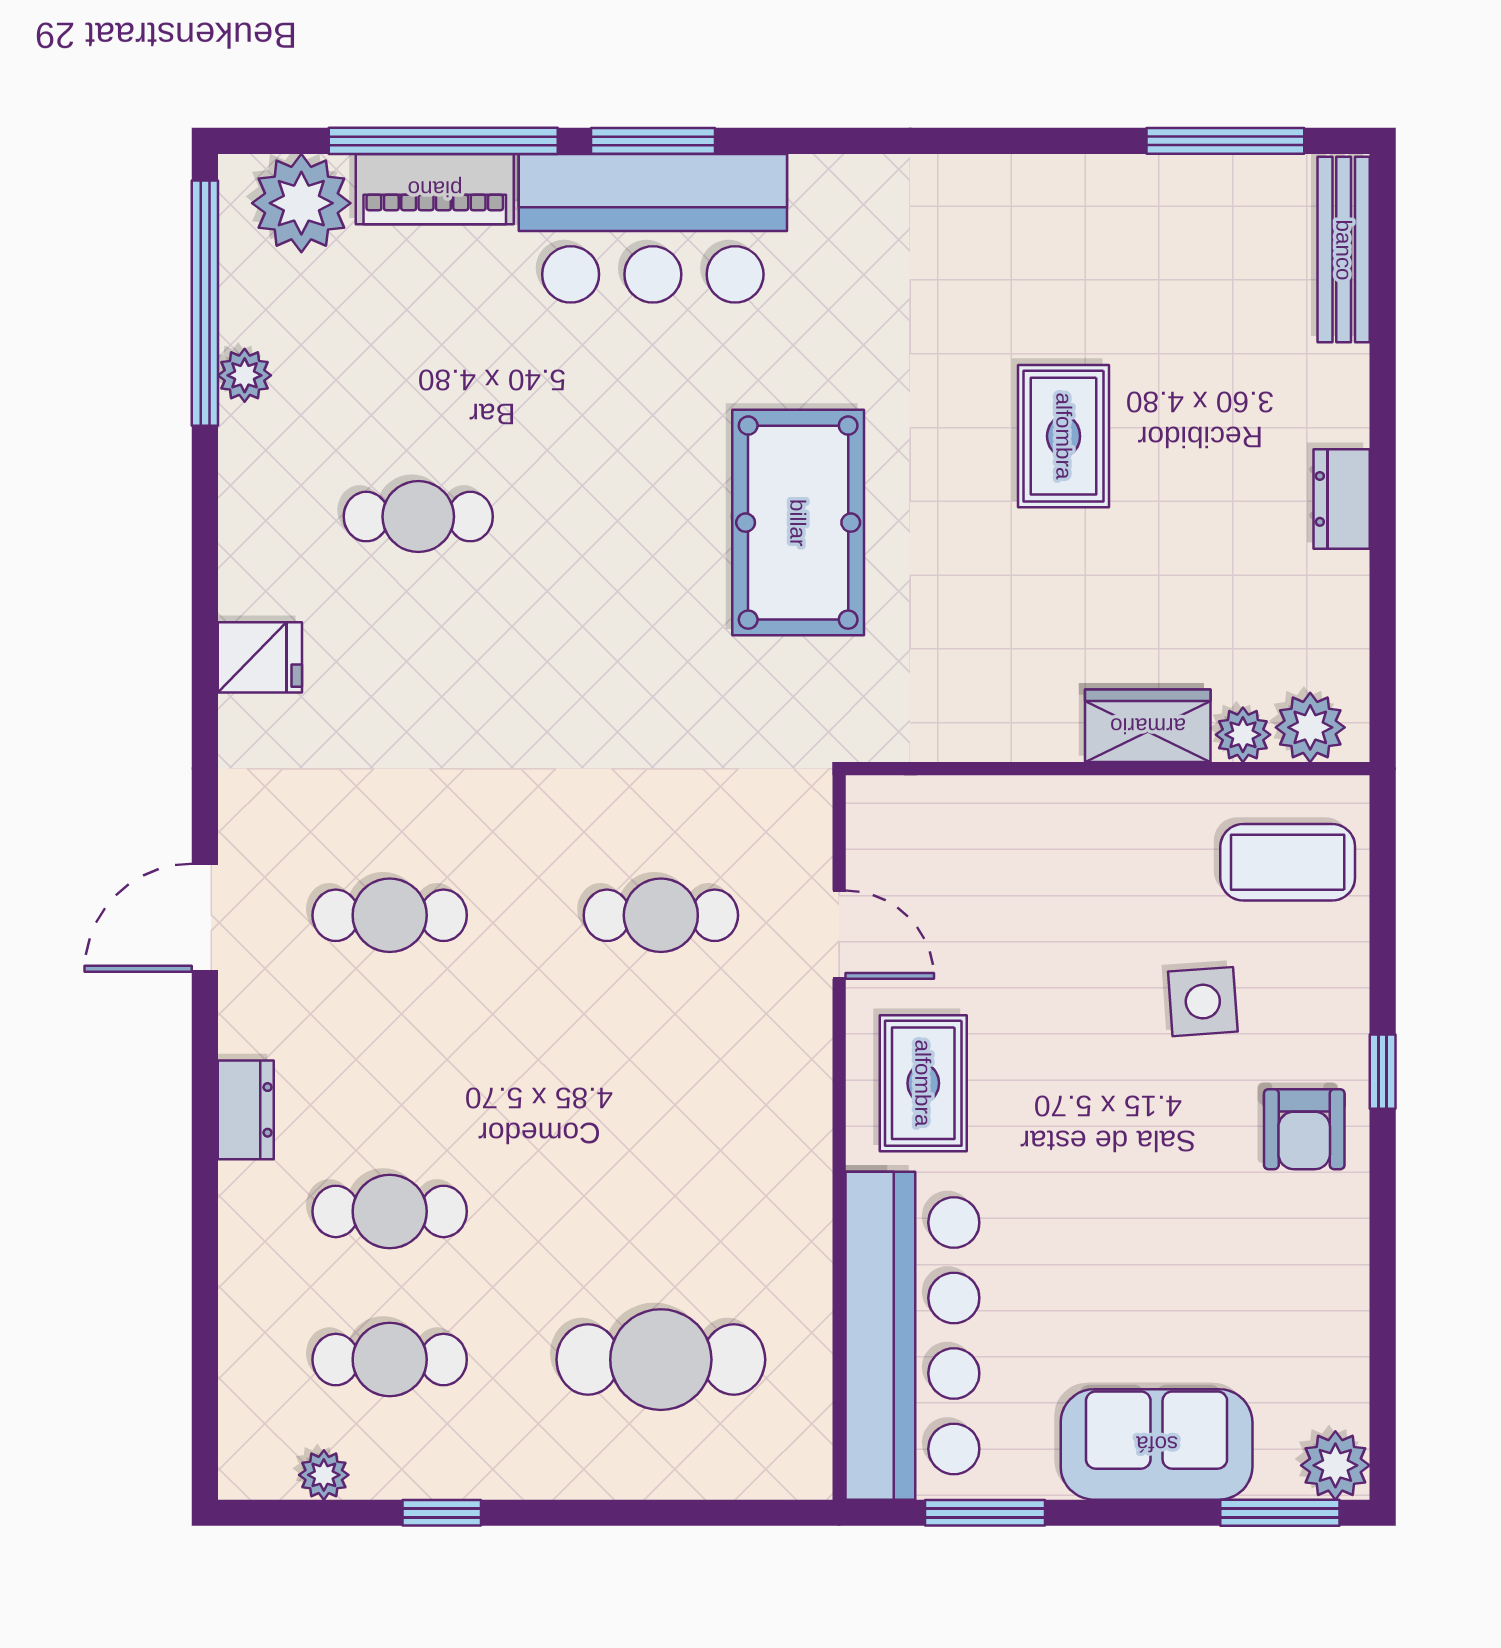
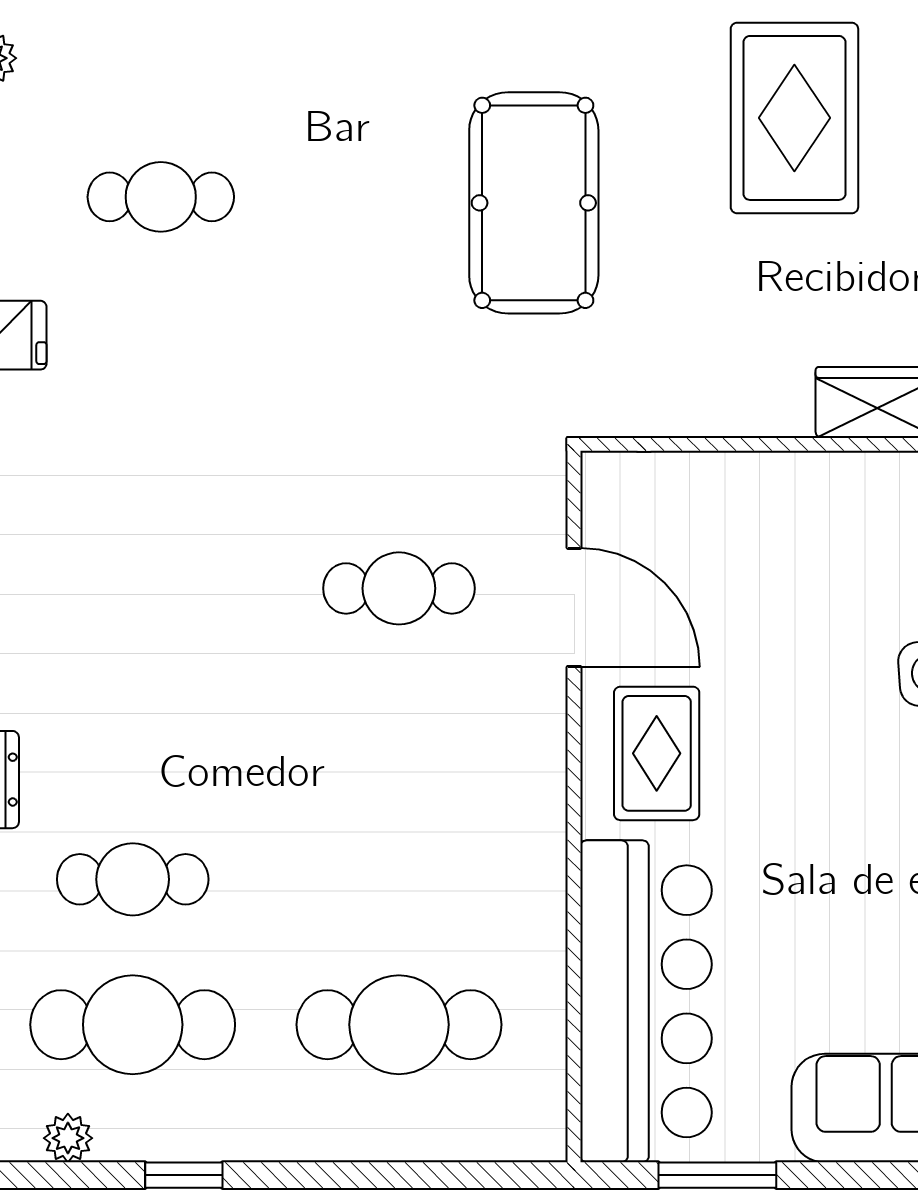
rug: (1064, 436) -> (794, 118), width x1.36, depth x1.43
cafe table: (390, 915) -> (133, 588), removed
door: (839, 935) -> (574, 607), width x1.37
cafe table: (390, 1360) -> (133, 1025), width x1.37, depth x1.35

